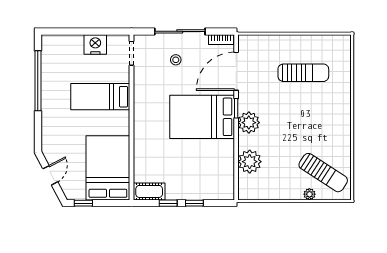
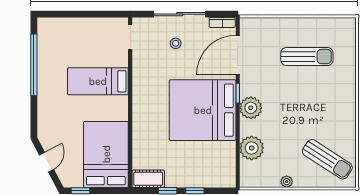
nightstand: (95, 44) -> (93, 28), removed
bed: (202, 117) -> (203, 110), width x1.36
plant: (309, 194) -> (287, 182), moved

